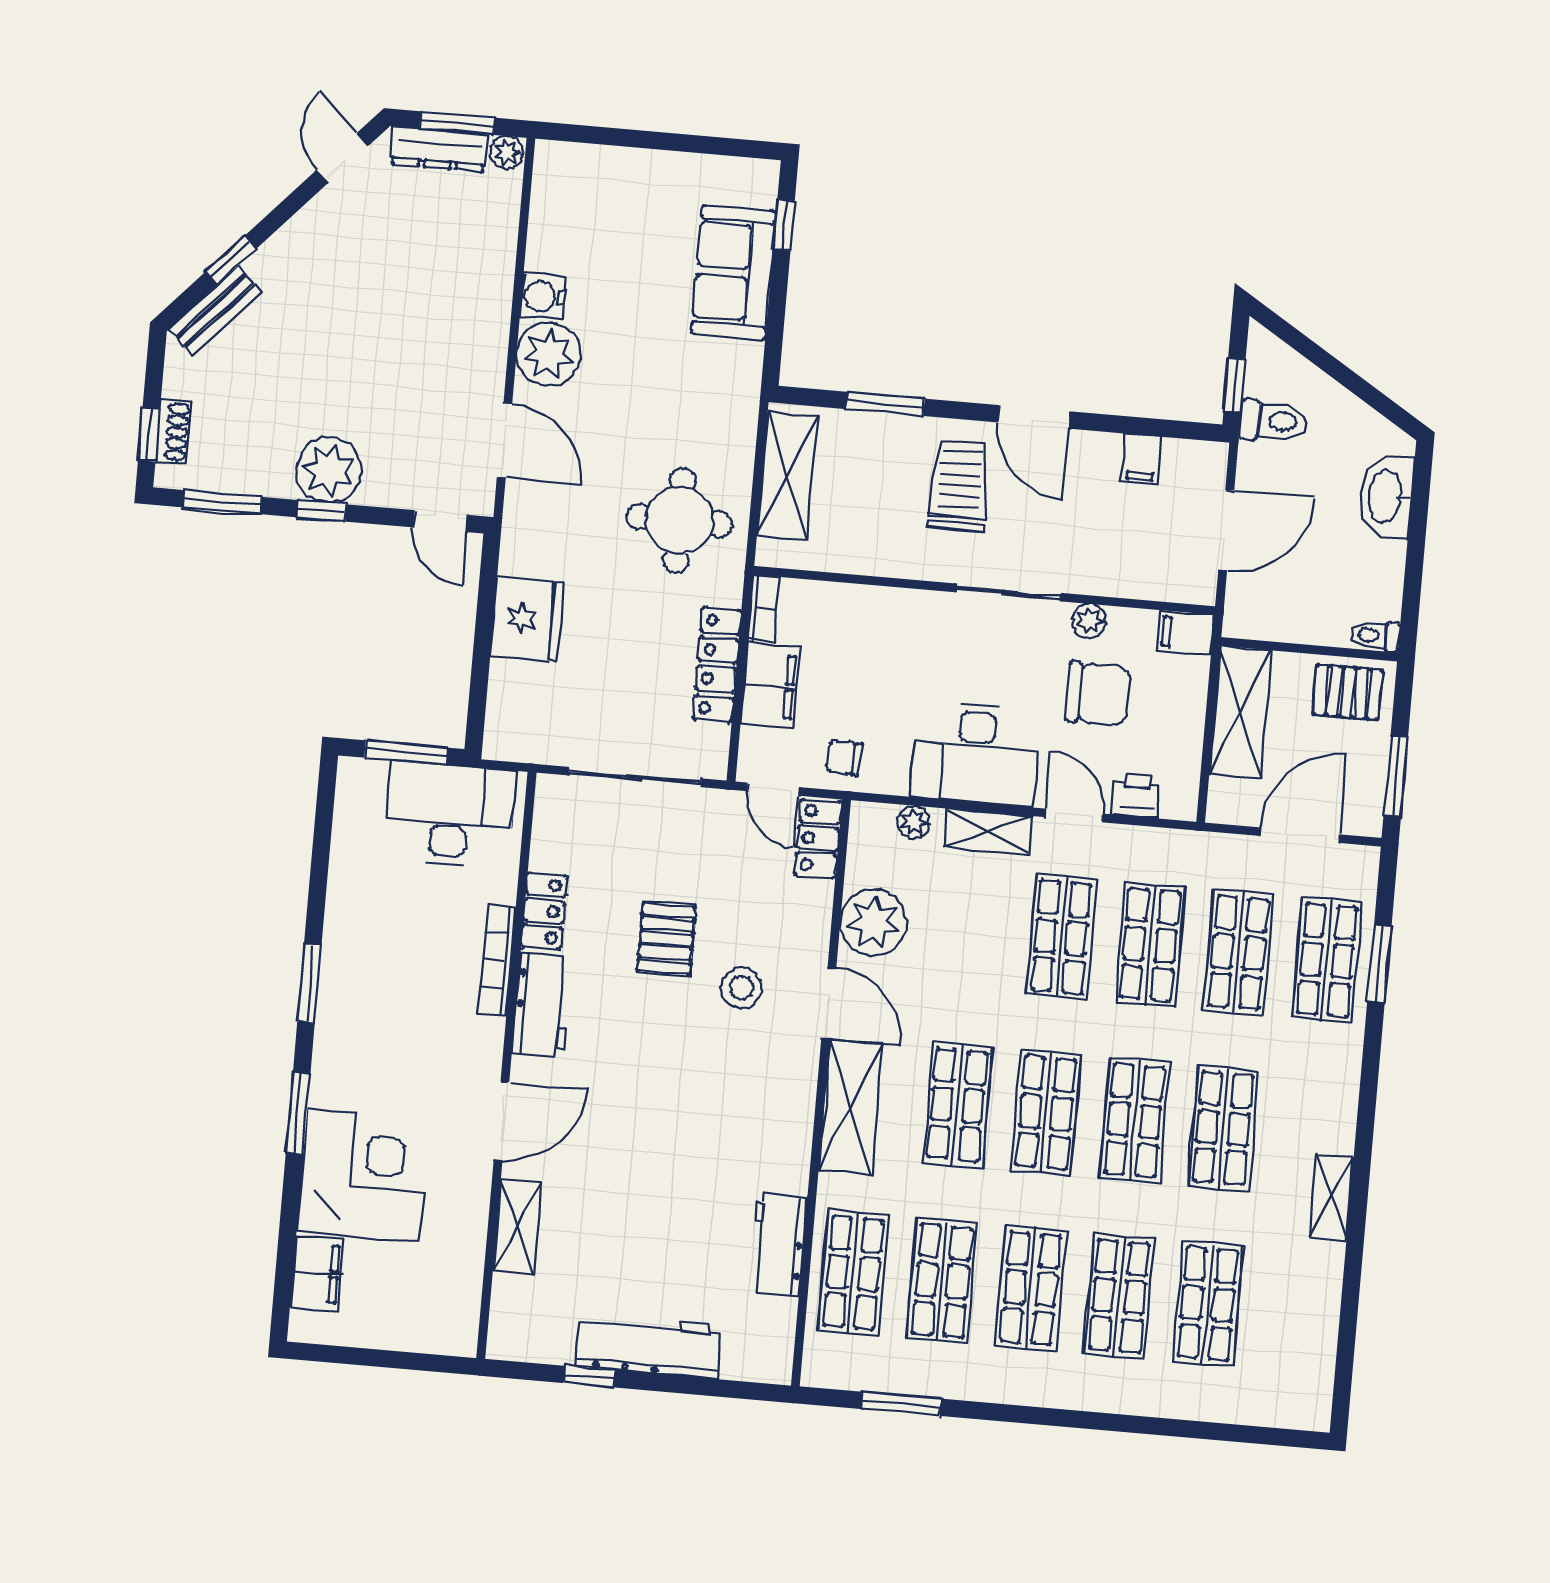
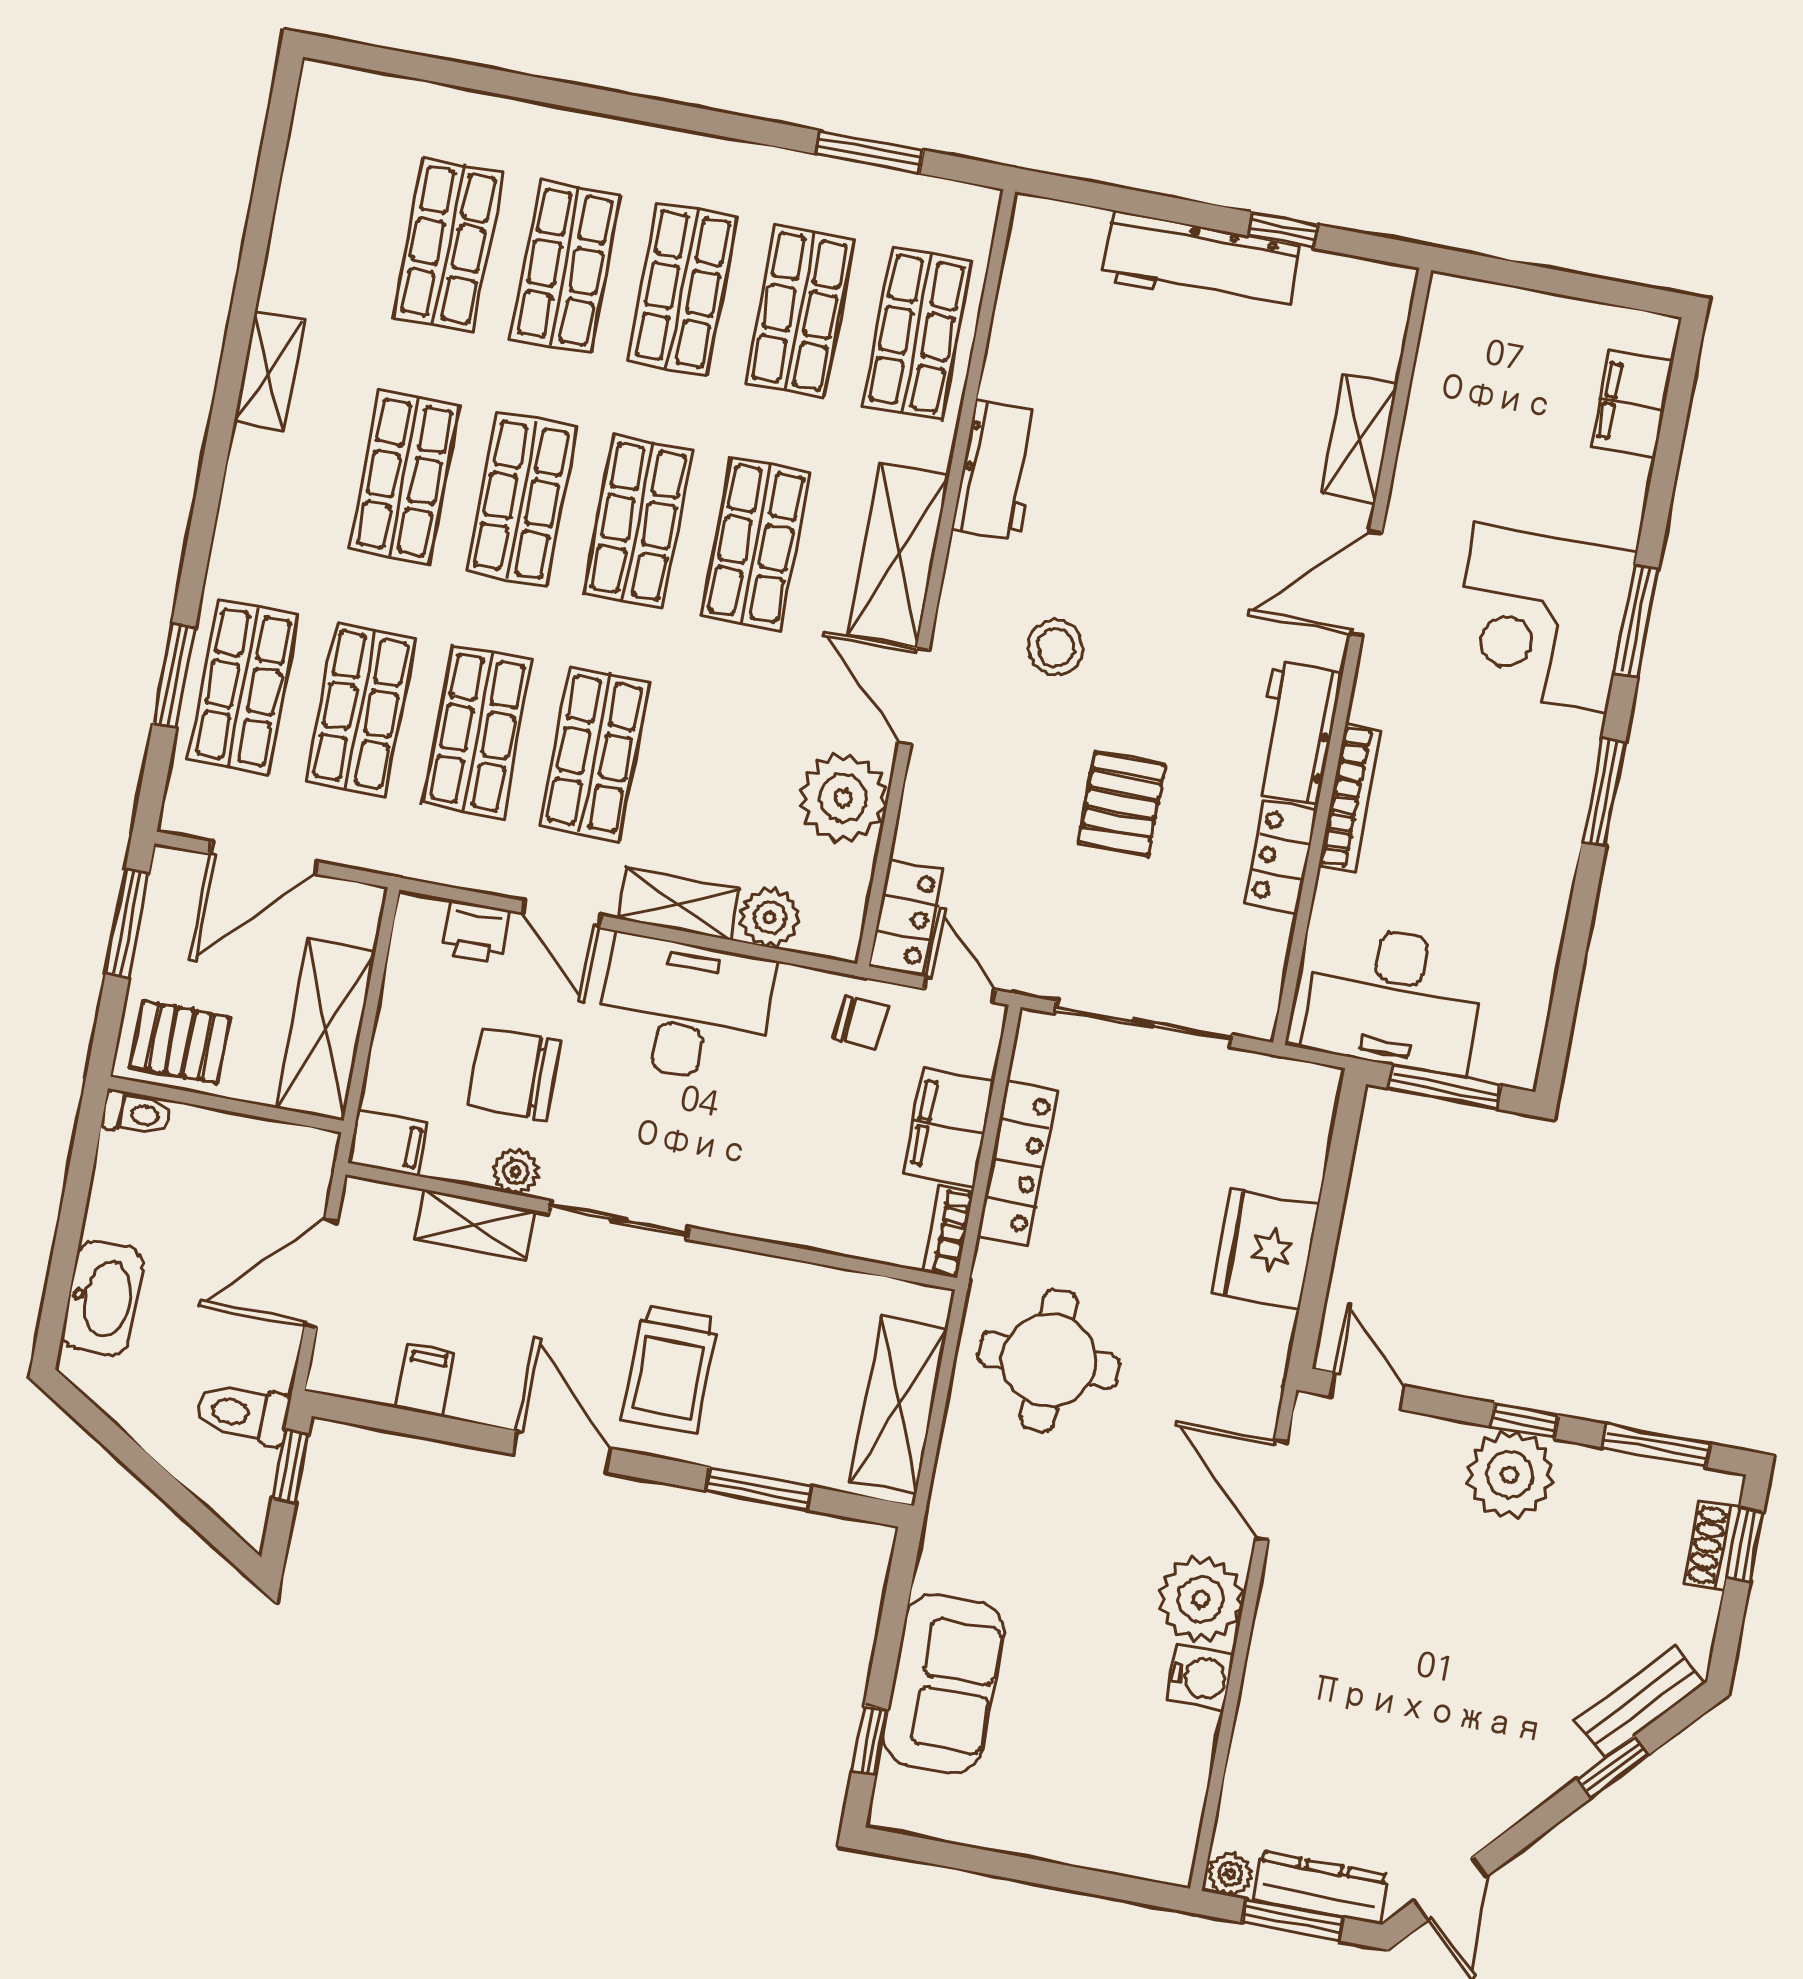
shelving: (1115, 578) -> (475, 1225), added
plant: (914, 822) -> (770, 917), width x1.38, depth x1.38
stool: (742, 988) -> (1056, 647), moved
corner desk: (363, 1175) -> (1541, 618), moved
workbench: (778, 1244) -> (997, 470), moved

